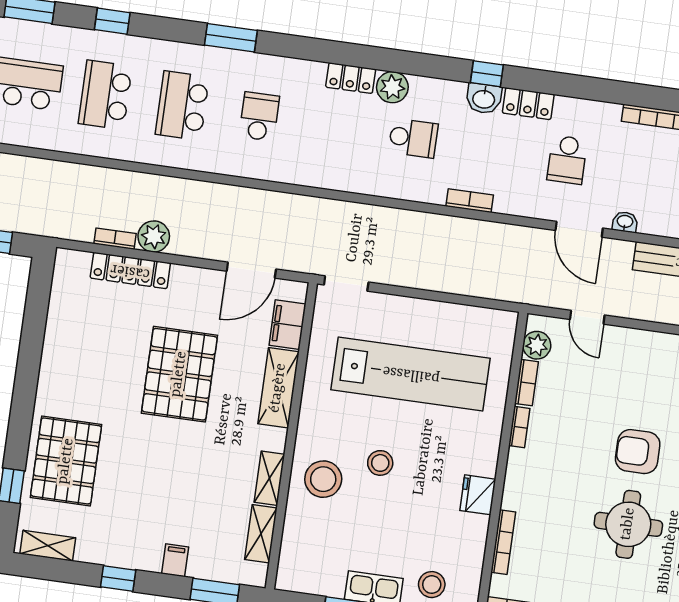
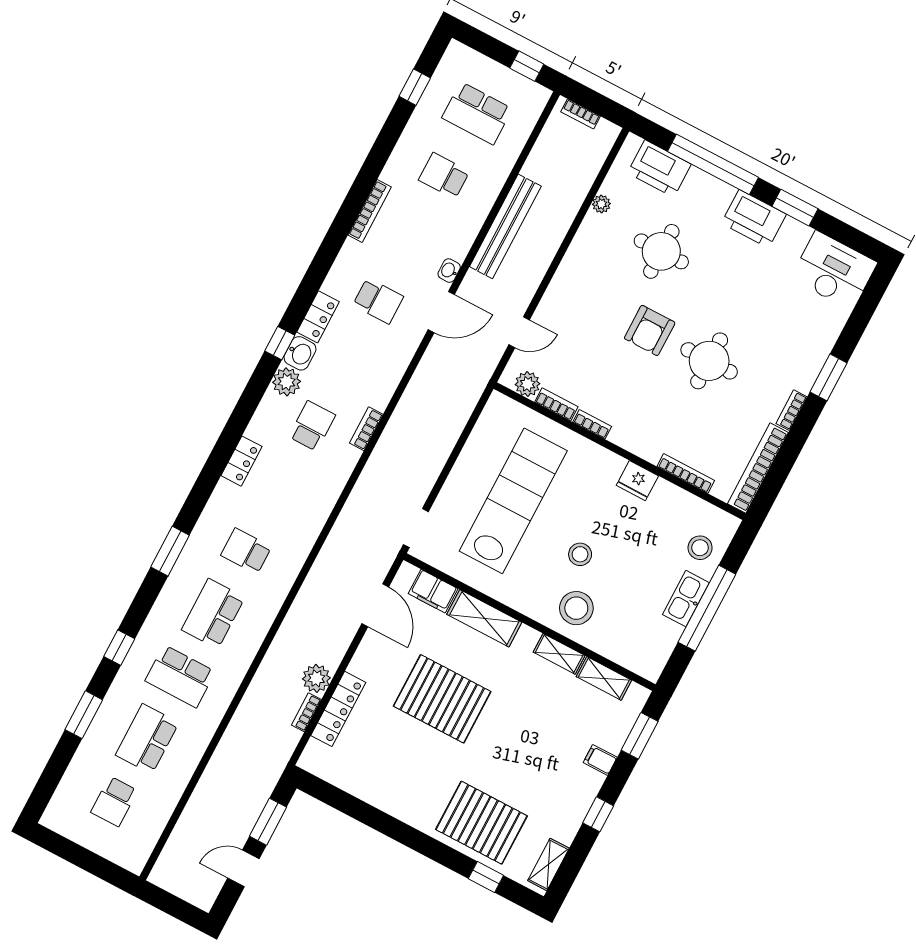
plant: (392, 87) -> (287, 382), moved
school desk: (182, 106) -> (213, 614), turned 90
bookcase: (470, 201) -> (366, 429), moved

